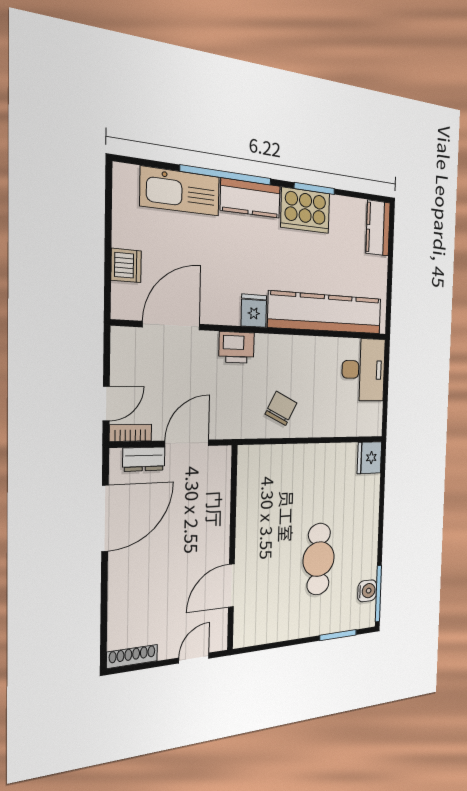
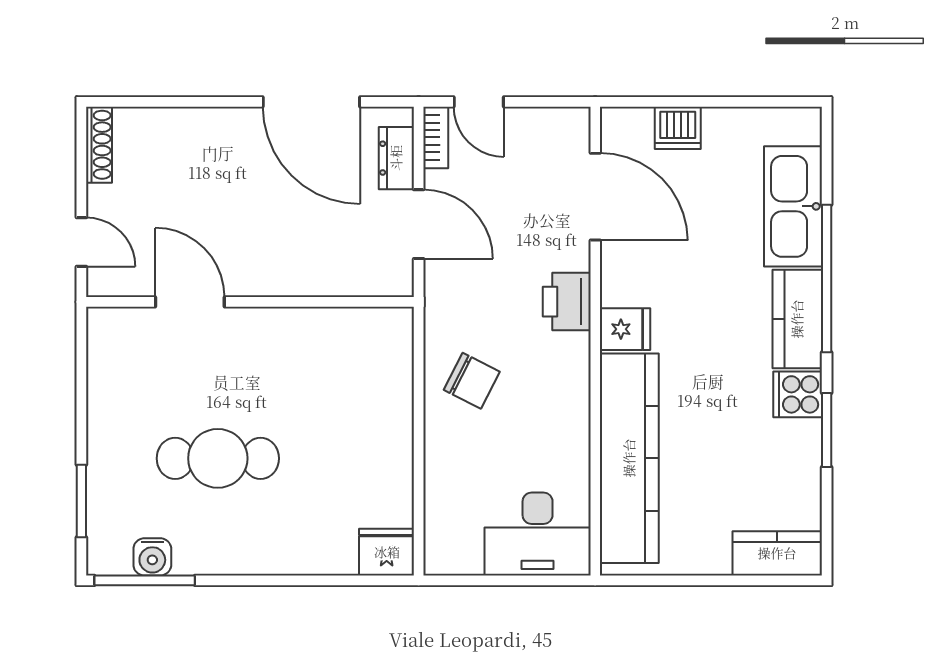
cooker: (305, 210) -> (798, 394), width x0.53, depth x0.76

